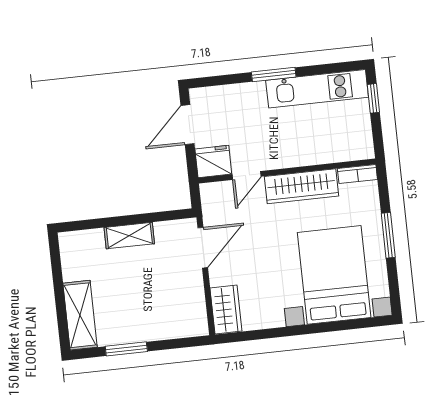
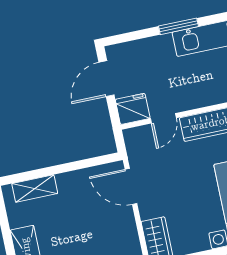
shelving: (129, 236) -> (35, 188), moved
door: (203, 248) -> (131, 186), swing flipped

